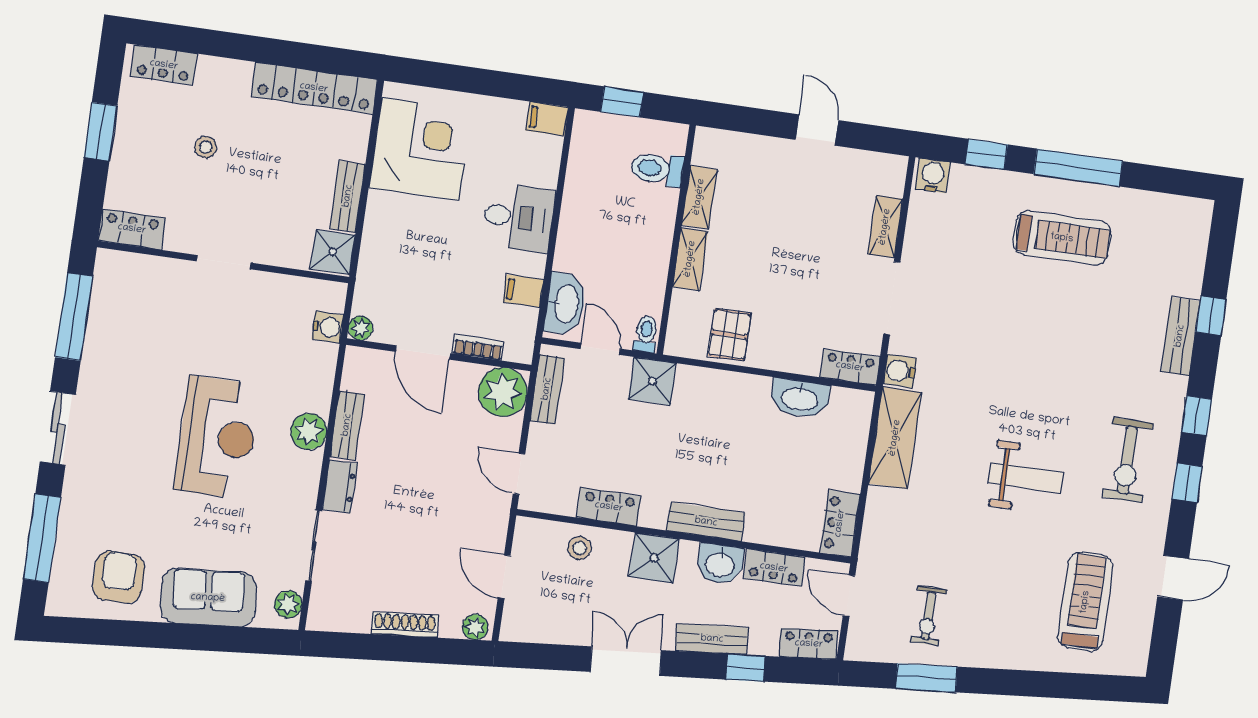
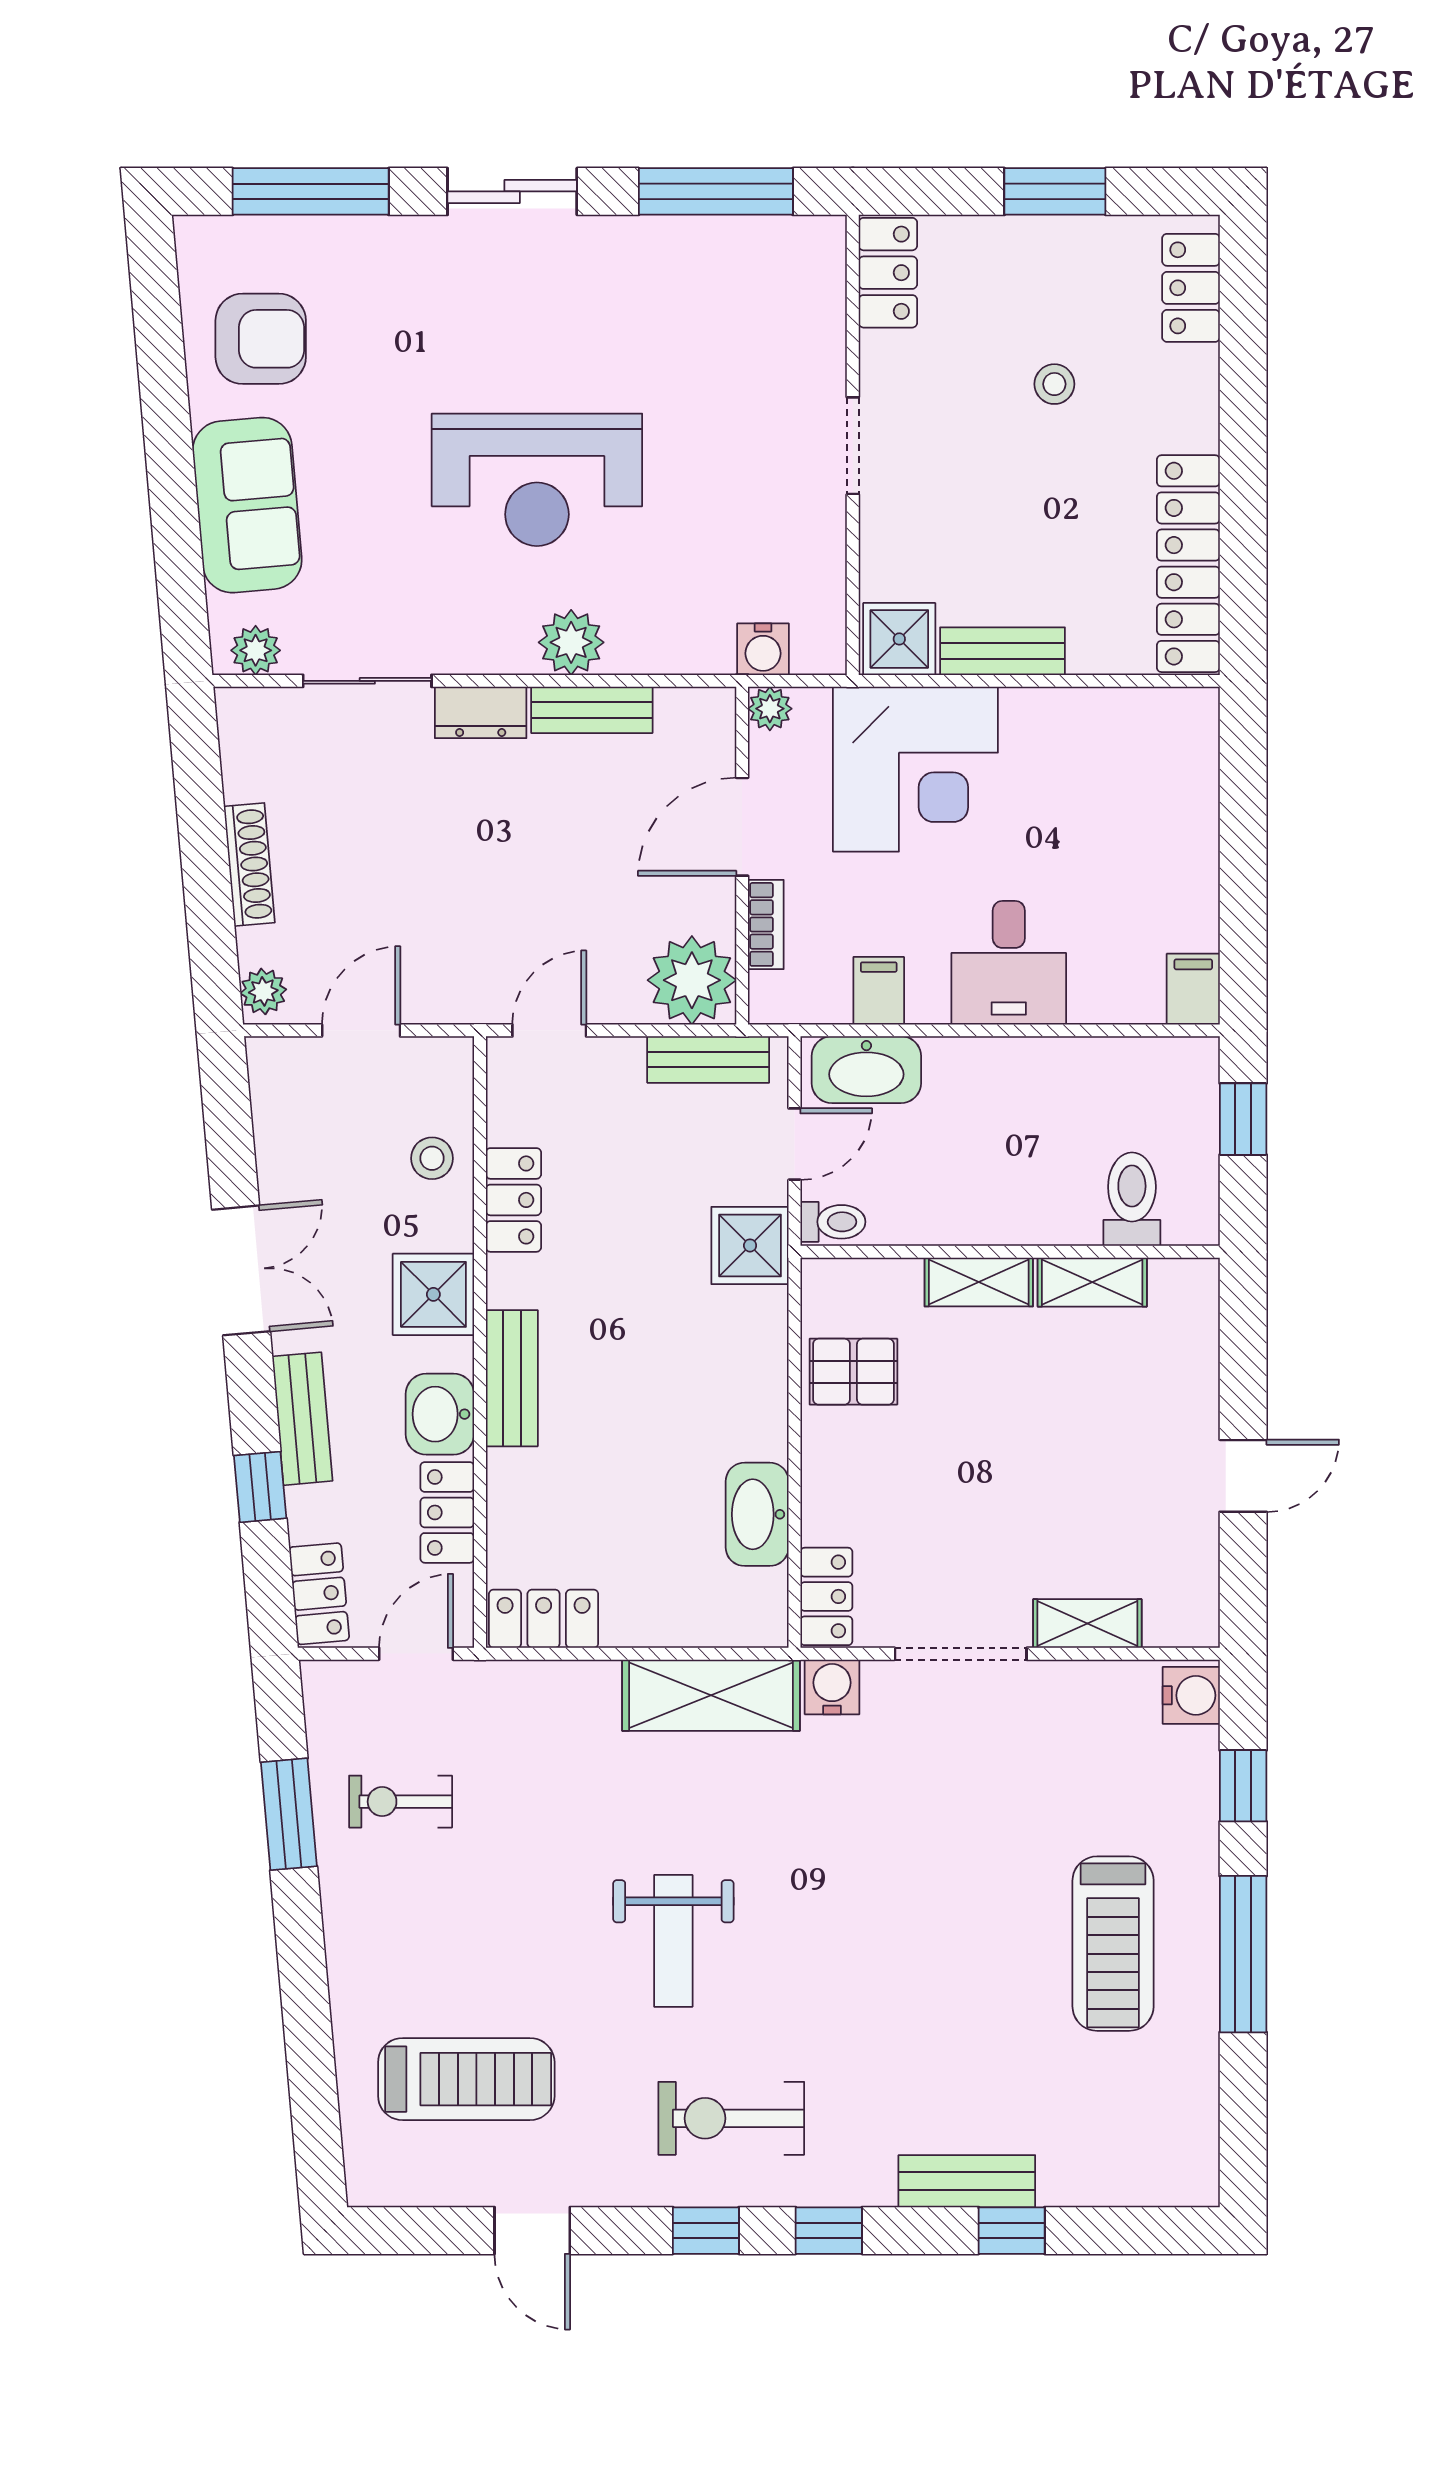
corner desk: (420, 149) -> (915, 769), moved

